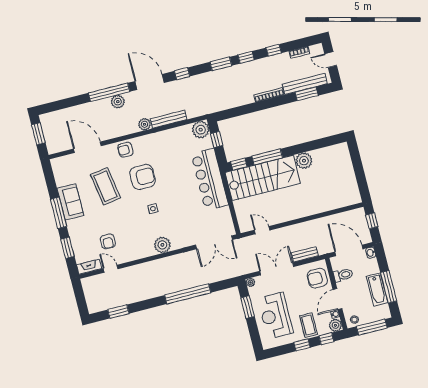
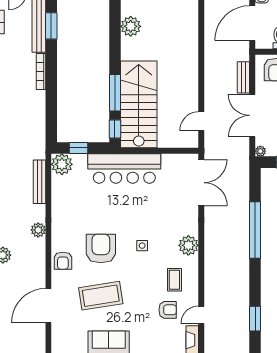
bench: (169, 119) -> (39, 182), moved
plant: (304, 161) -> (131, 26), moved
coffee table: (133, 241) -> (174, 280), added

